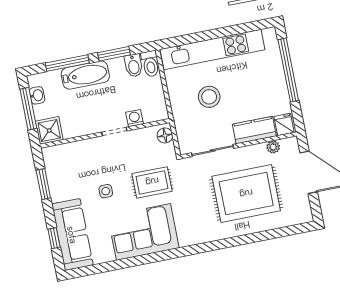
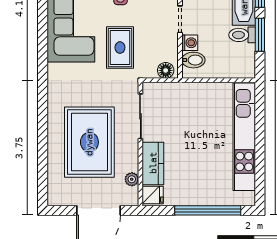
toilet: (150, 64) -> (242, 35), moved
bidet: (134, 66) -> (193, 60), moved, turned 180
stool: (209, 97) -> (196, 124), removed

